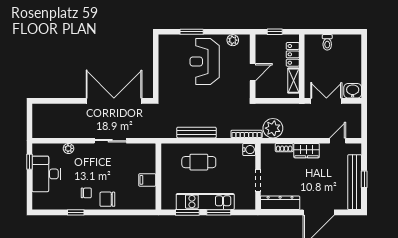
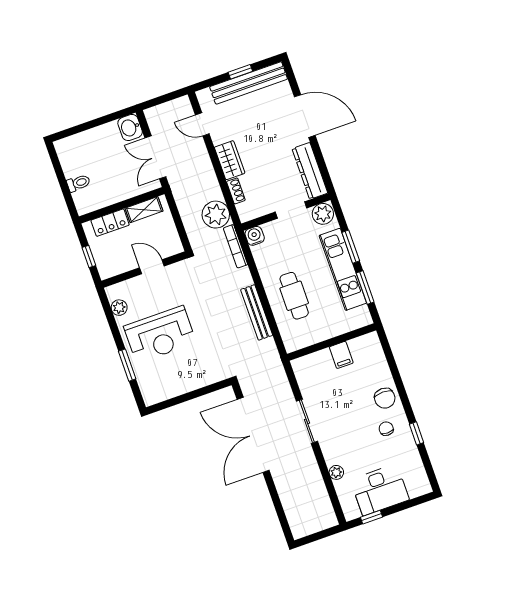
plant: (248, 201) -> (323, 214), added

